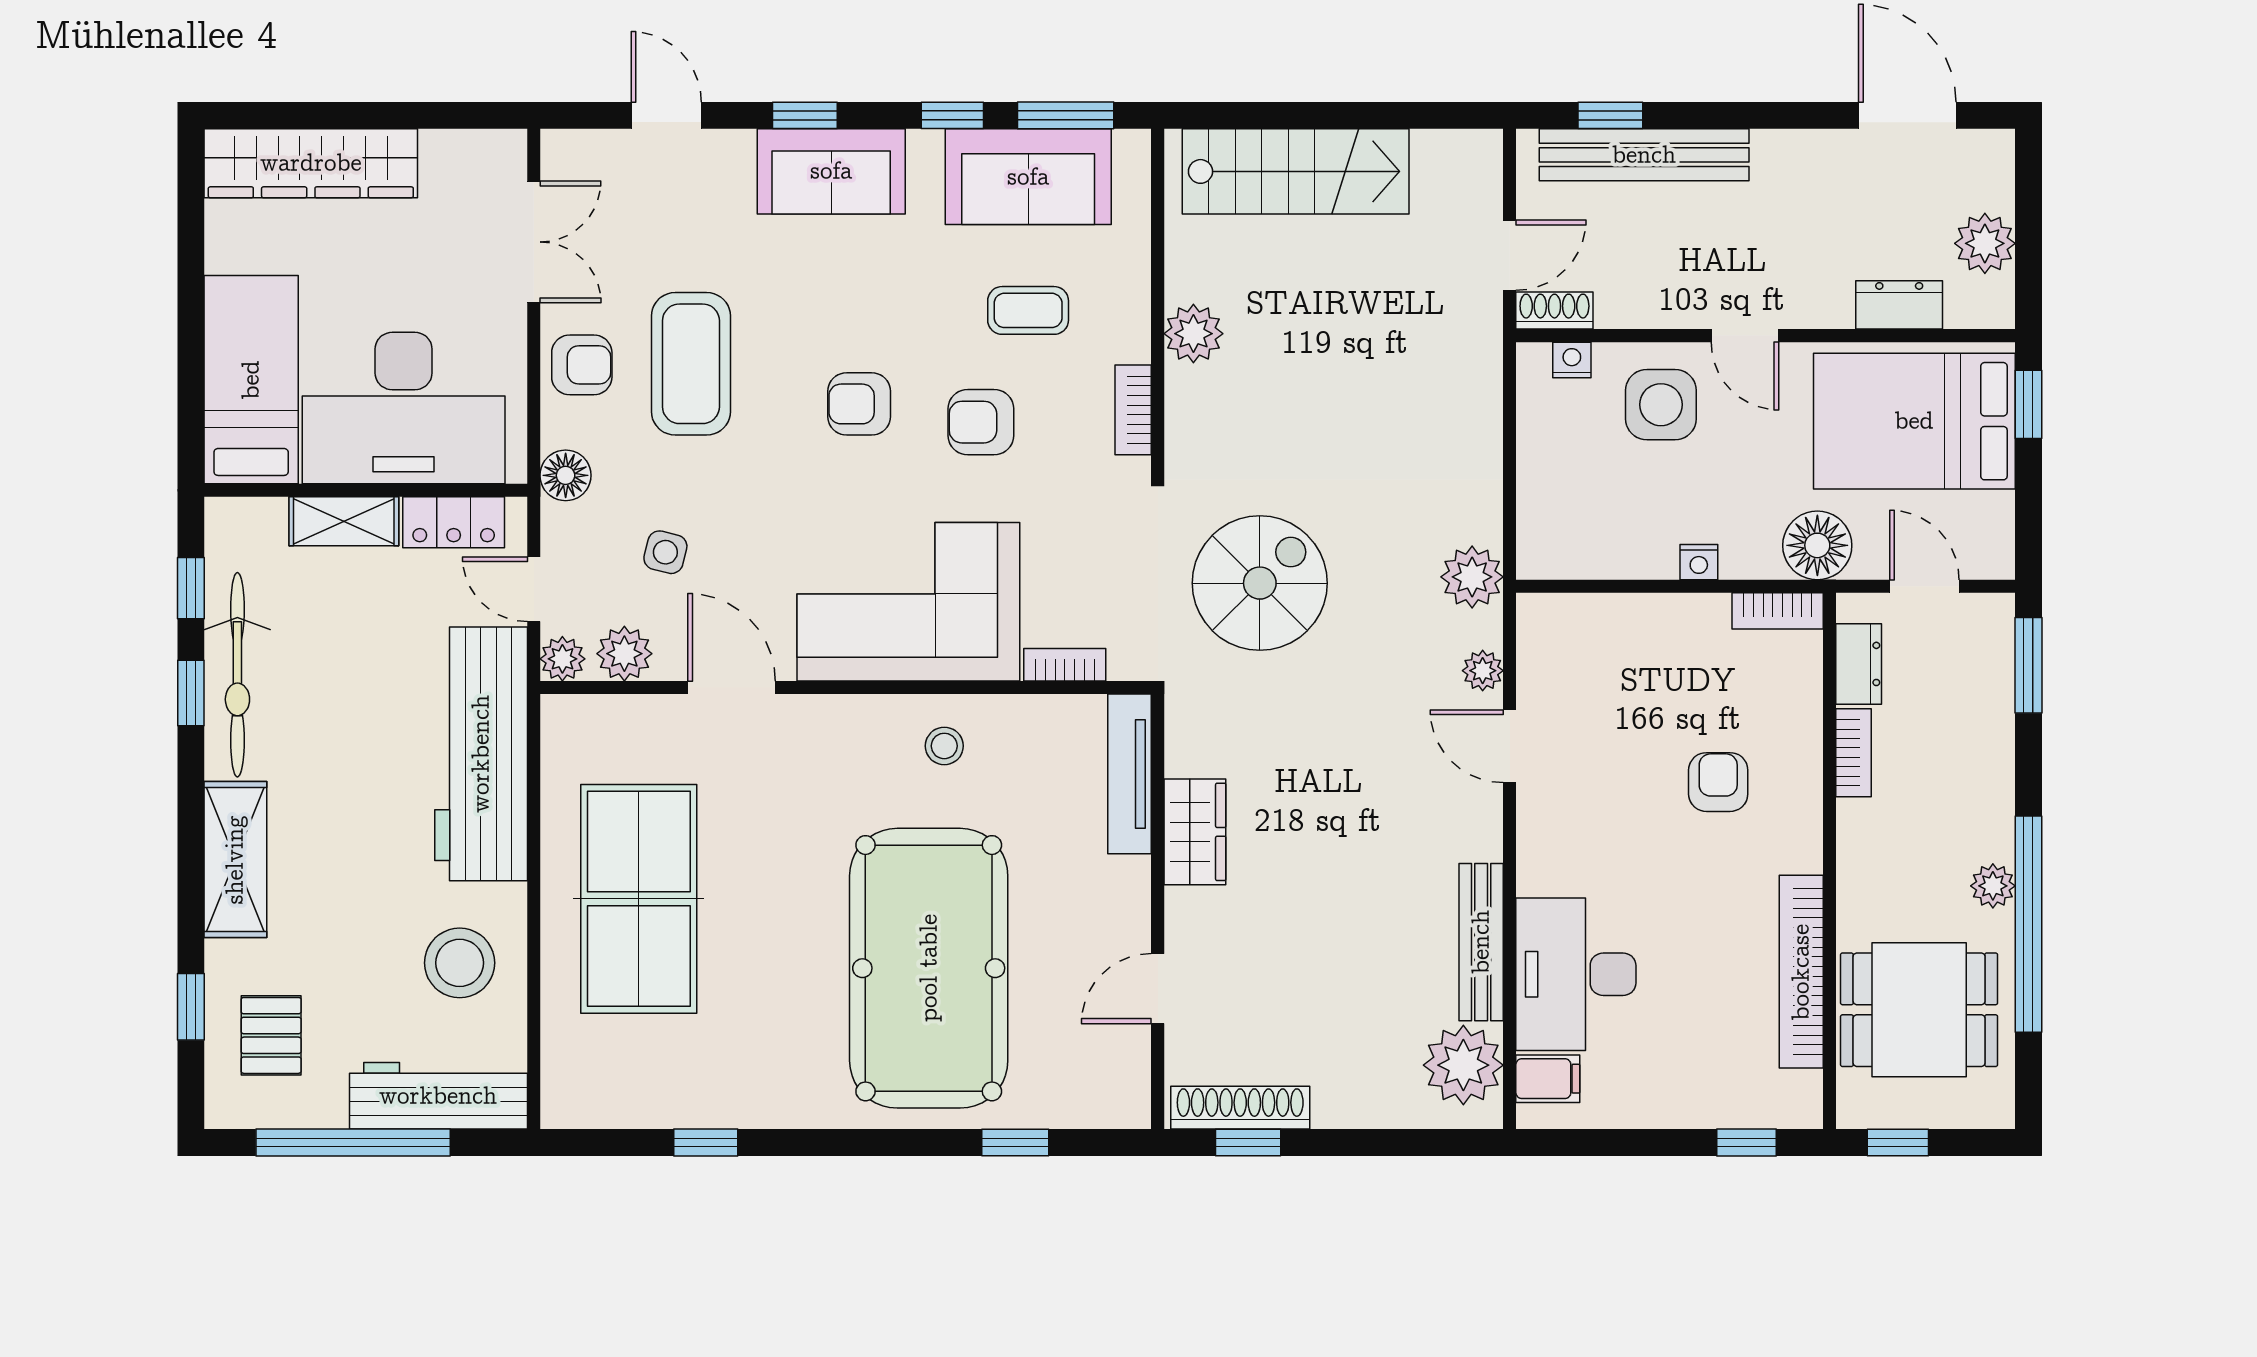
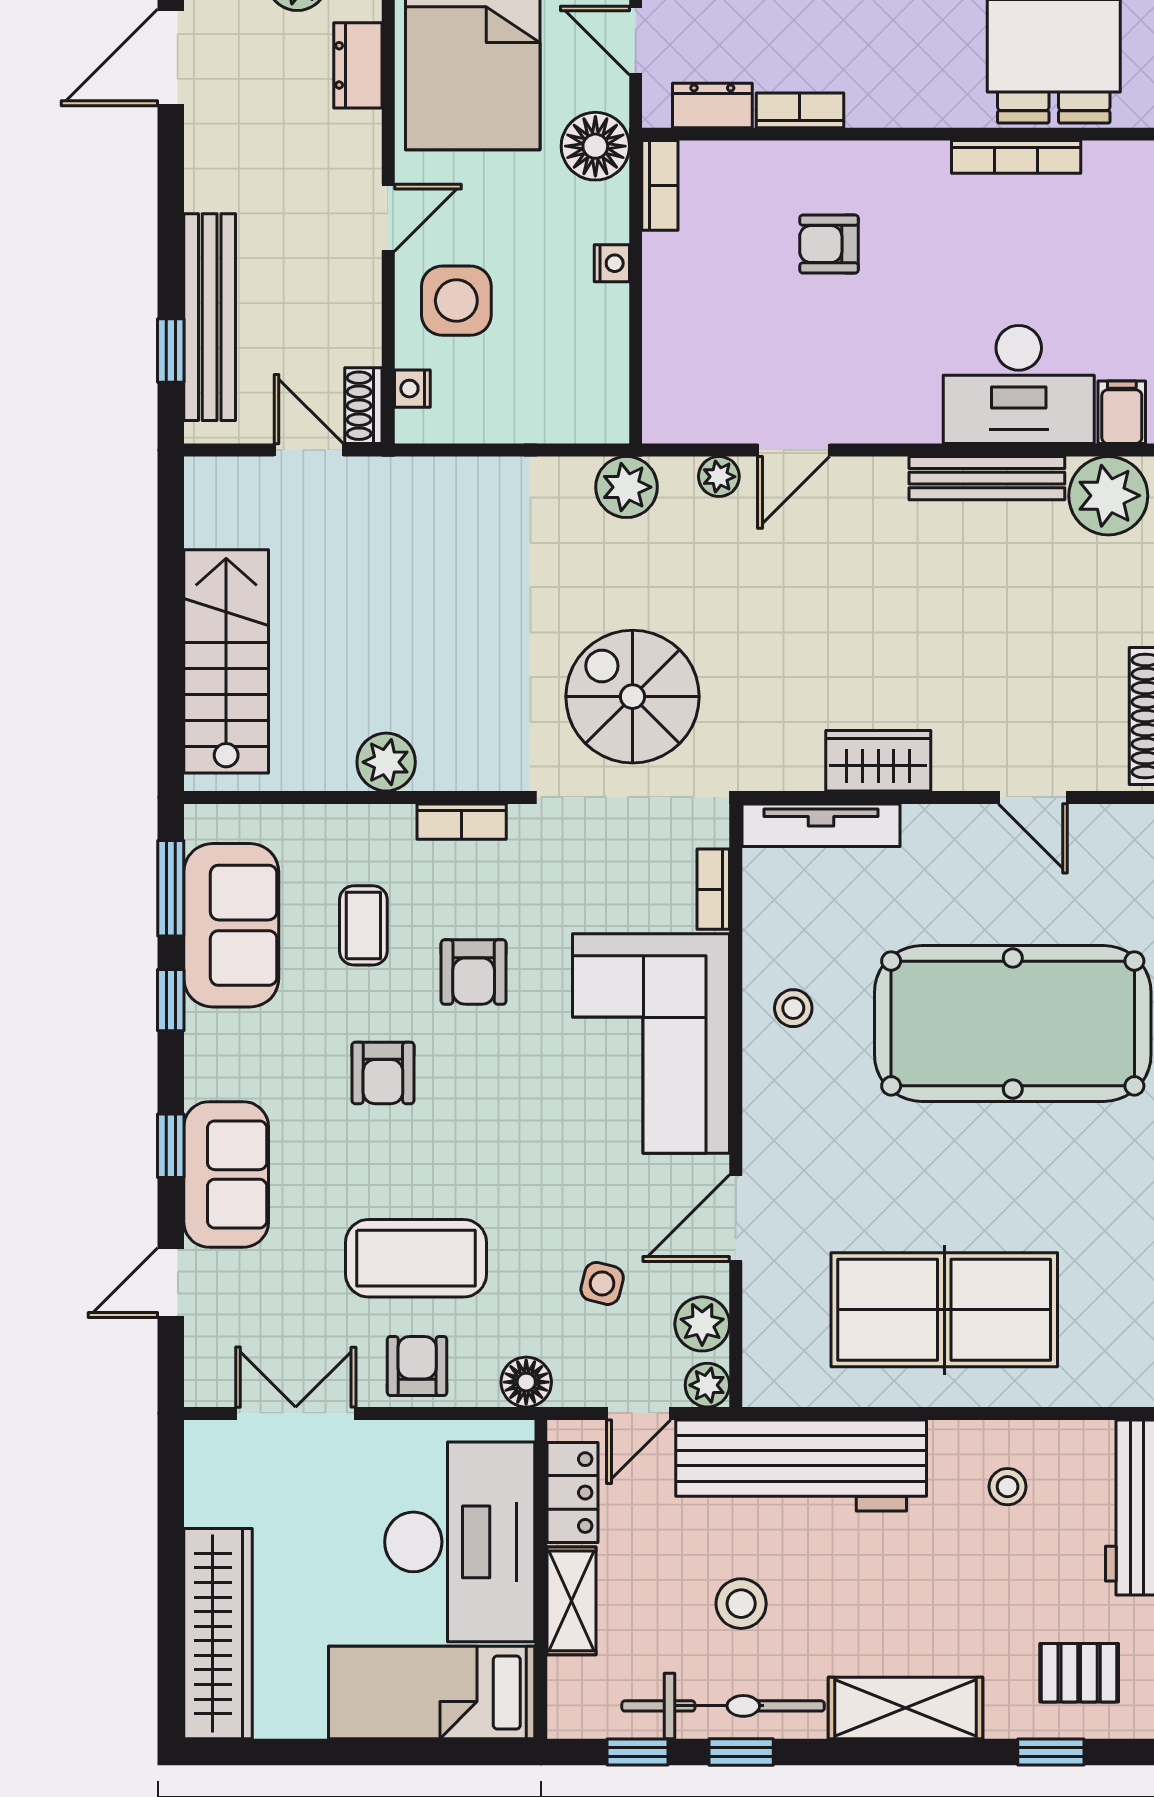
sofa: (831, 171) -> (226, 1174), moved
armchair: (859, 404) -> (383, 1073), moved
door: (1924, 586) -> (636, 40), hinge flipped
stool: (341, 693) -> (741, 1604), added
stool: (460, 963) -> (1008, 1487), width x0.53, depth x0.53
bookcase: (1801, 972) -> (1016, 157), width x0.68, depth x0.76

